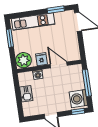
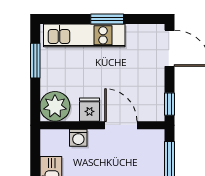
window: (56, 10) -> (107, 19), moved
window: (82, 50) -> (170, 104), added

